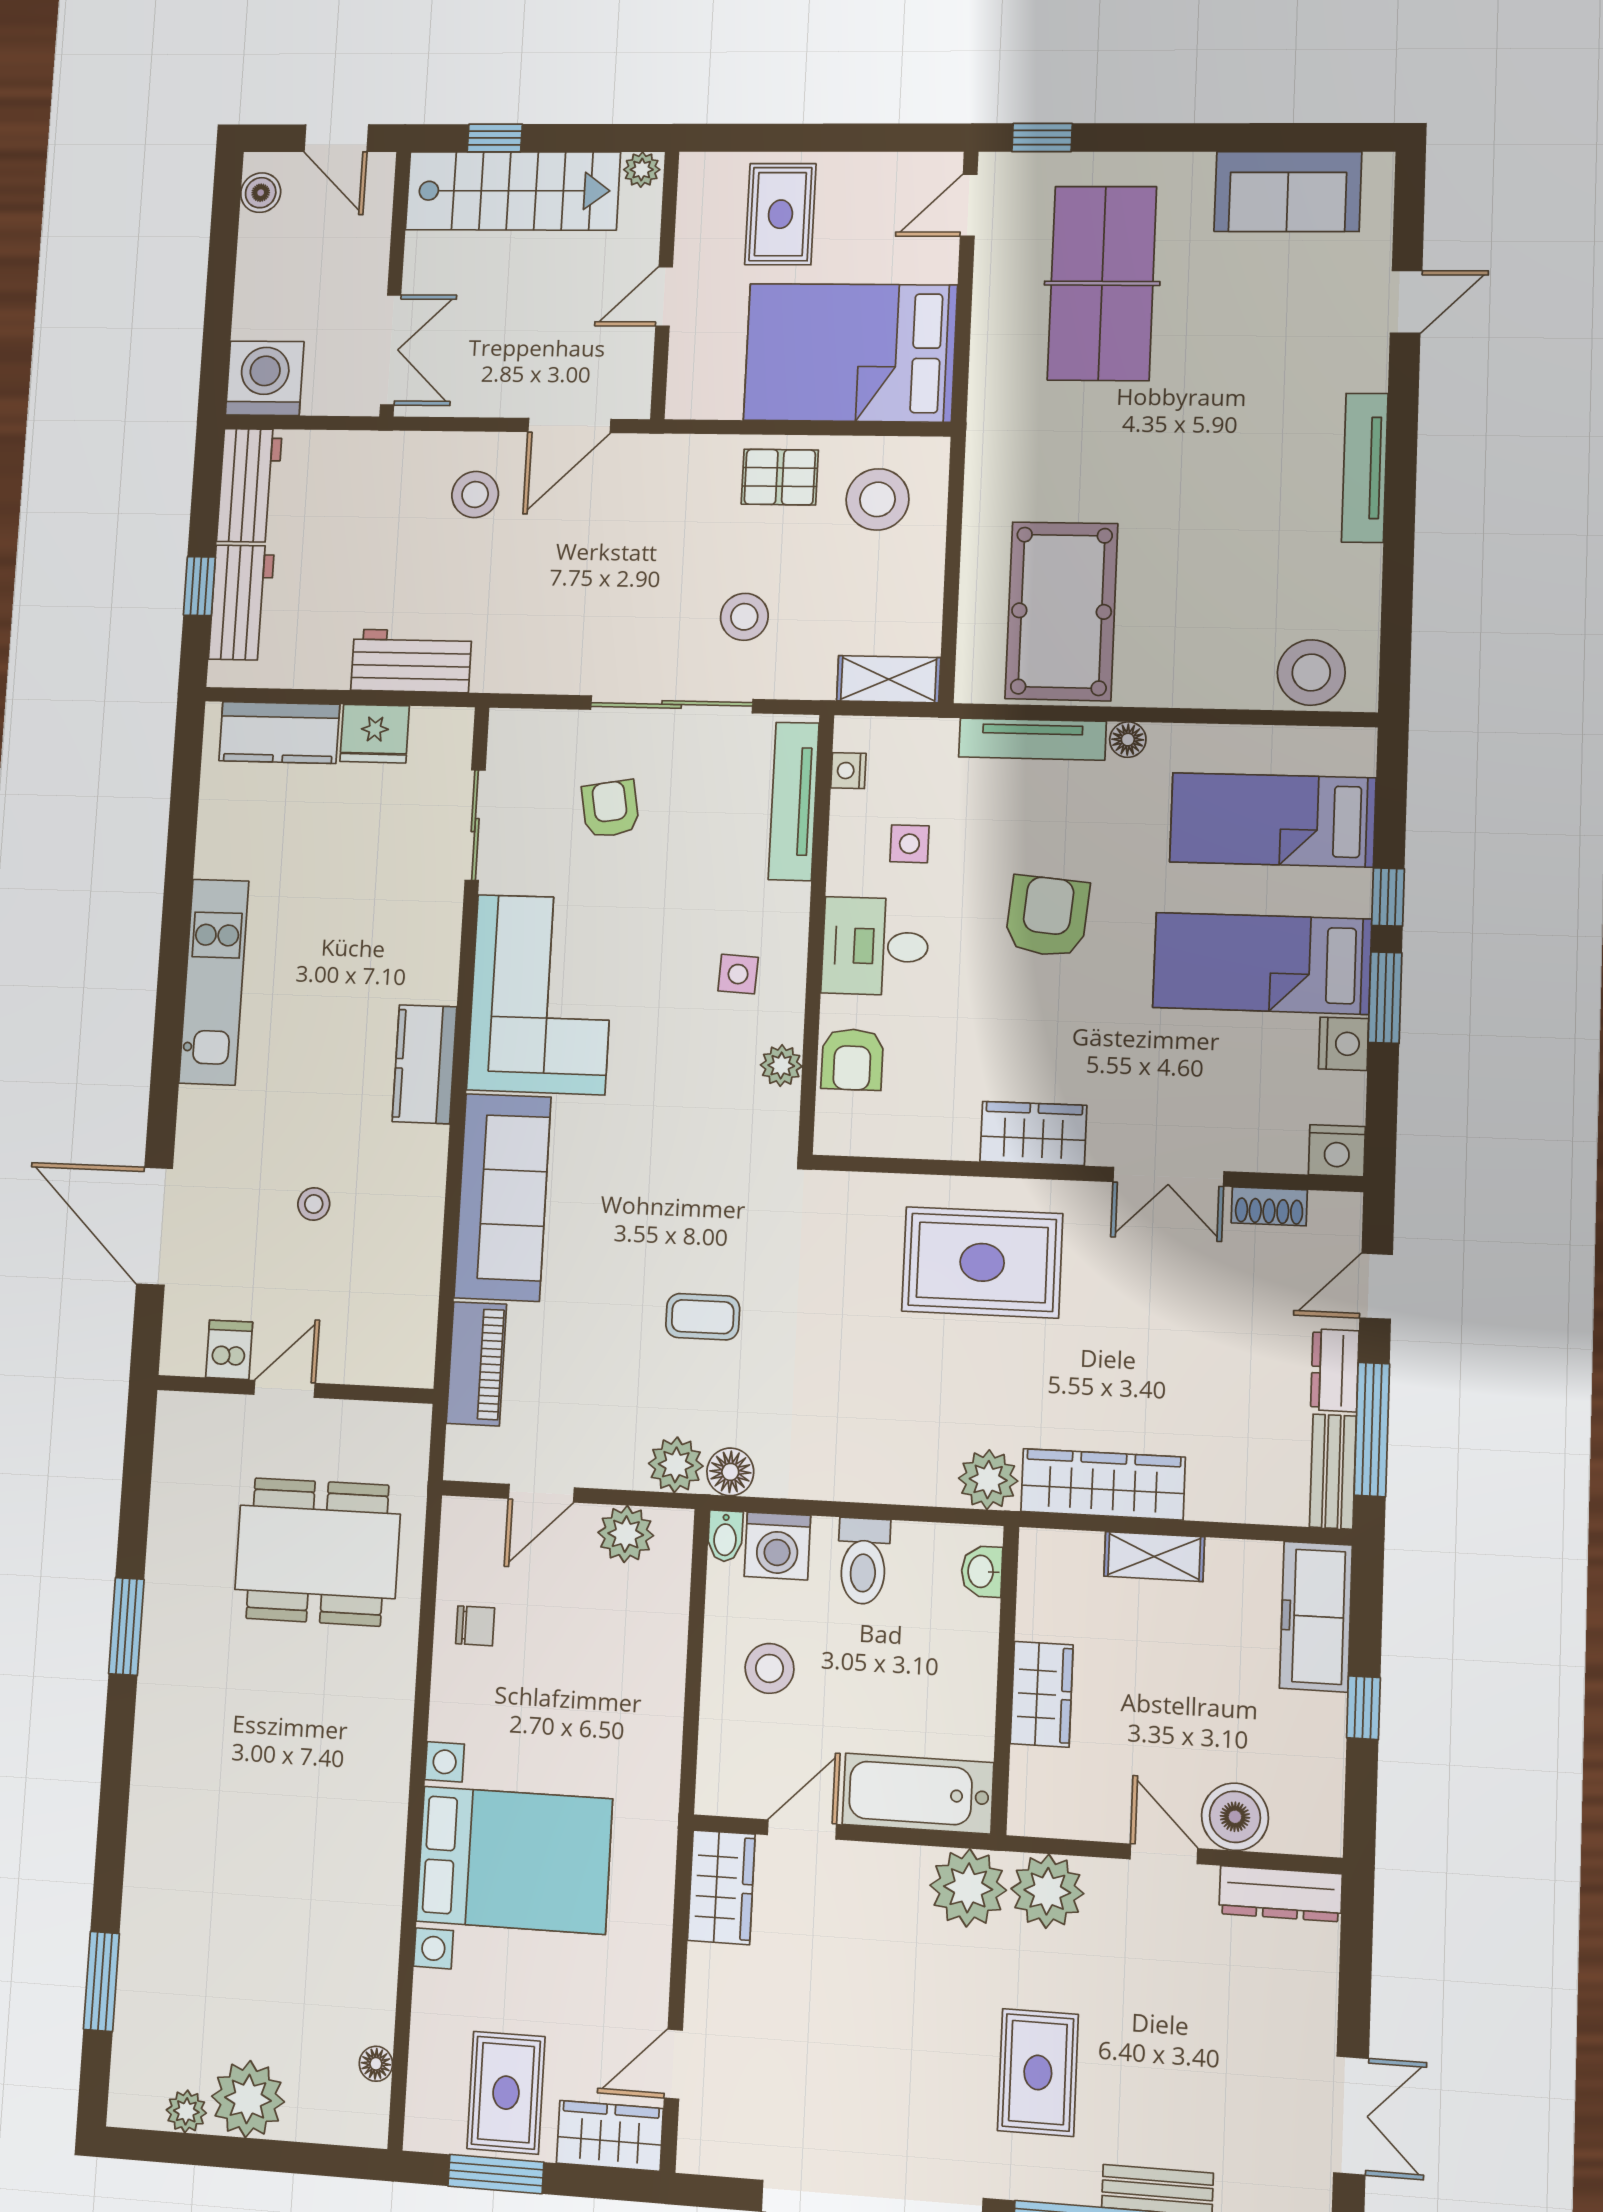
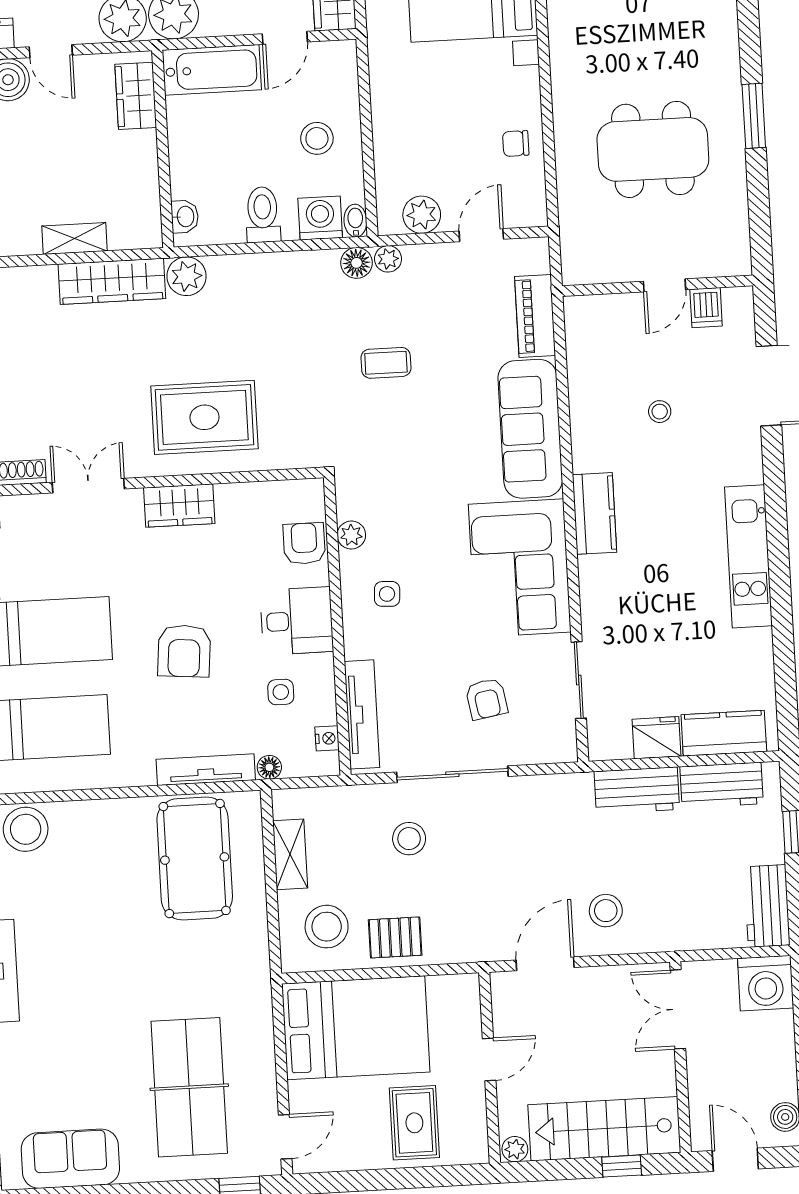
workbench: (241, 602) -> (722, 785), moved, turned -90
shelving: (889, 679) -> (290, 854), moved, turned 90
floor lamp: (1128, 740) -> (269, 767), moved
plant: (676, 1465) -> (388, 259), width x0.73, depth x0.73
dining table: (317, 1552) -> (653, 149), moved
wardrobe: (1042, 1694) -> (136, 96), moved

